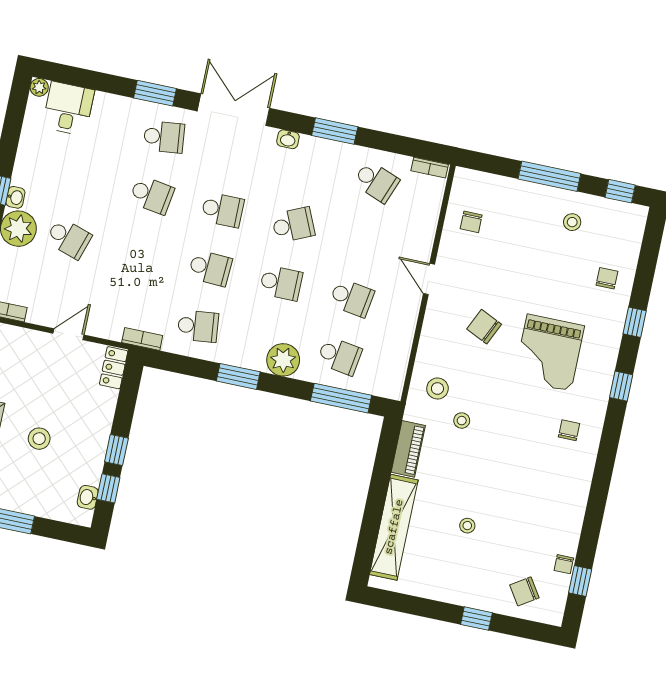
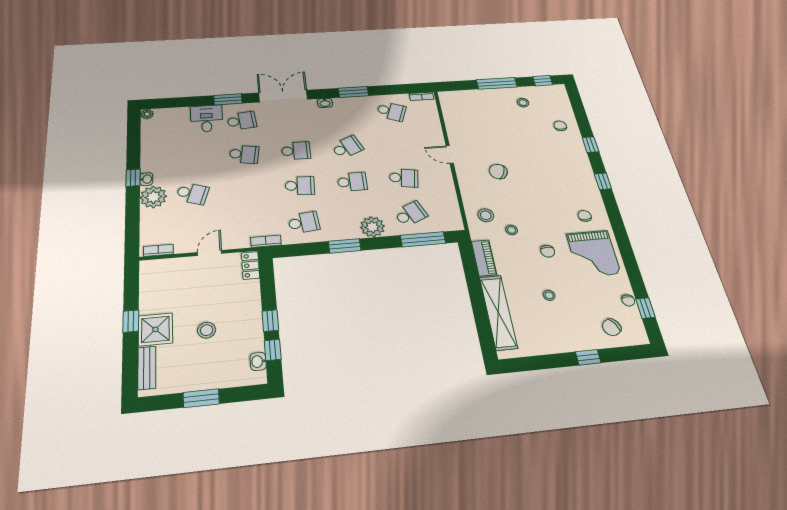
desk: (68, 109) -> (207, 119), moved
chair: (471, 222) -> (548, 251), moved
grand piano: (549, 353) -> (593, 254), moved
school desk: (339, 356) -> (411, 214), turned -33

